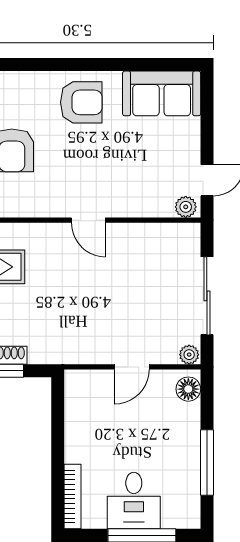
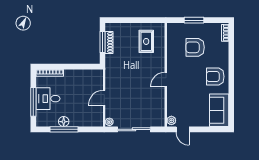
armchair: (81, 102) -> (215, 77), turned 90
door: (132, 367) -> (104, 98), hinge flipped
floor lamp: (188, 389) -> (64, 122), moved

